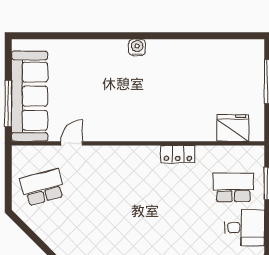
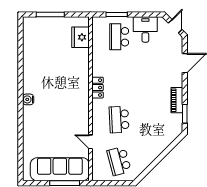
locker: (178, 154) -> (97, 88), moved
school desk: (106, 187) -> (119, 120), added

